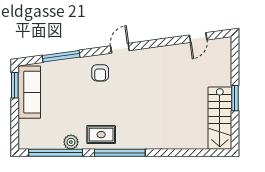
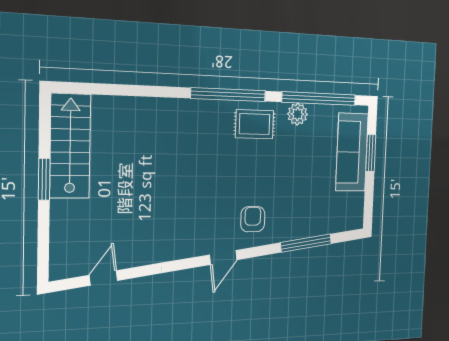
window: (15, 85) -> (371, 153), moved
sofa: (29, 92) -> (352, 152), moved

